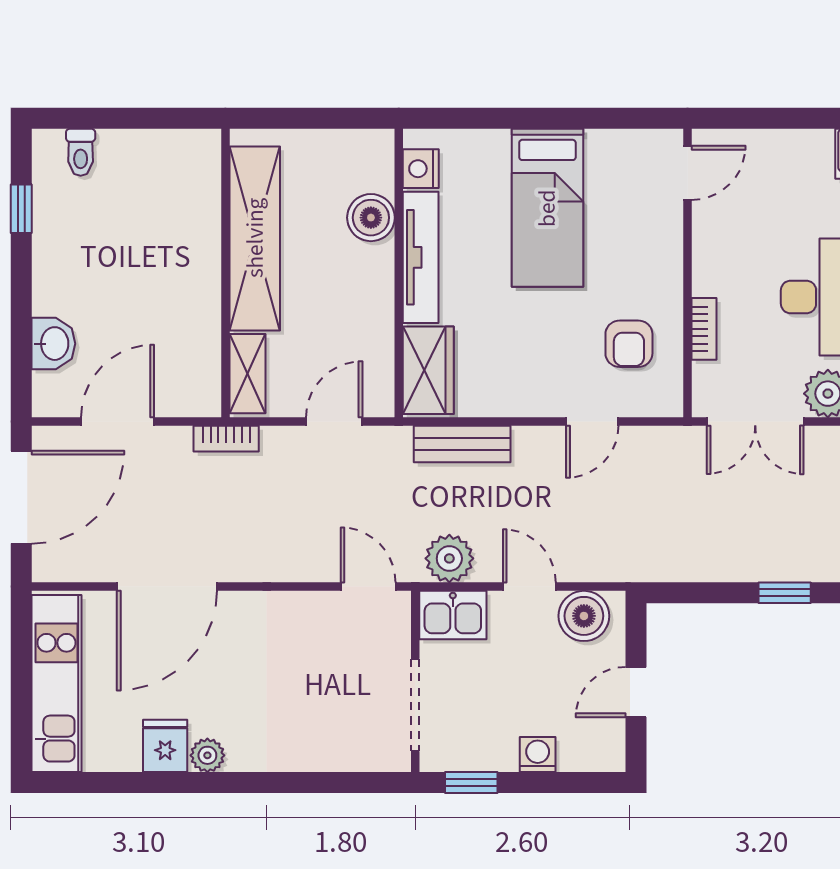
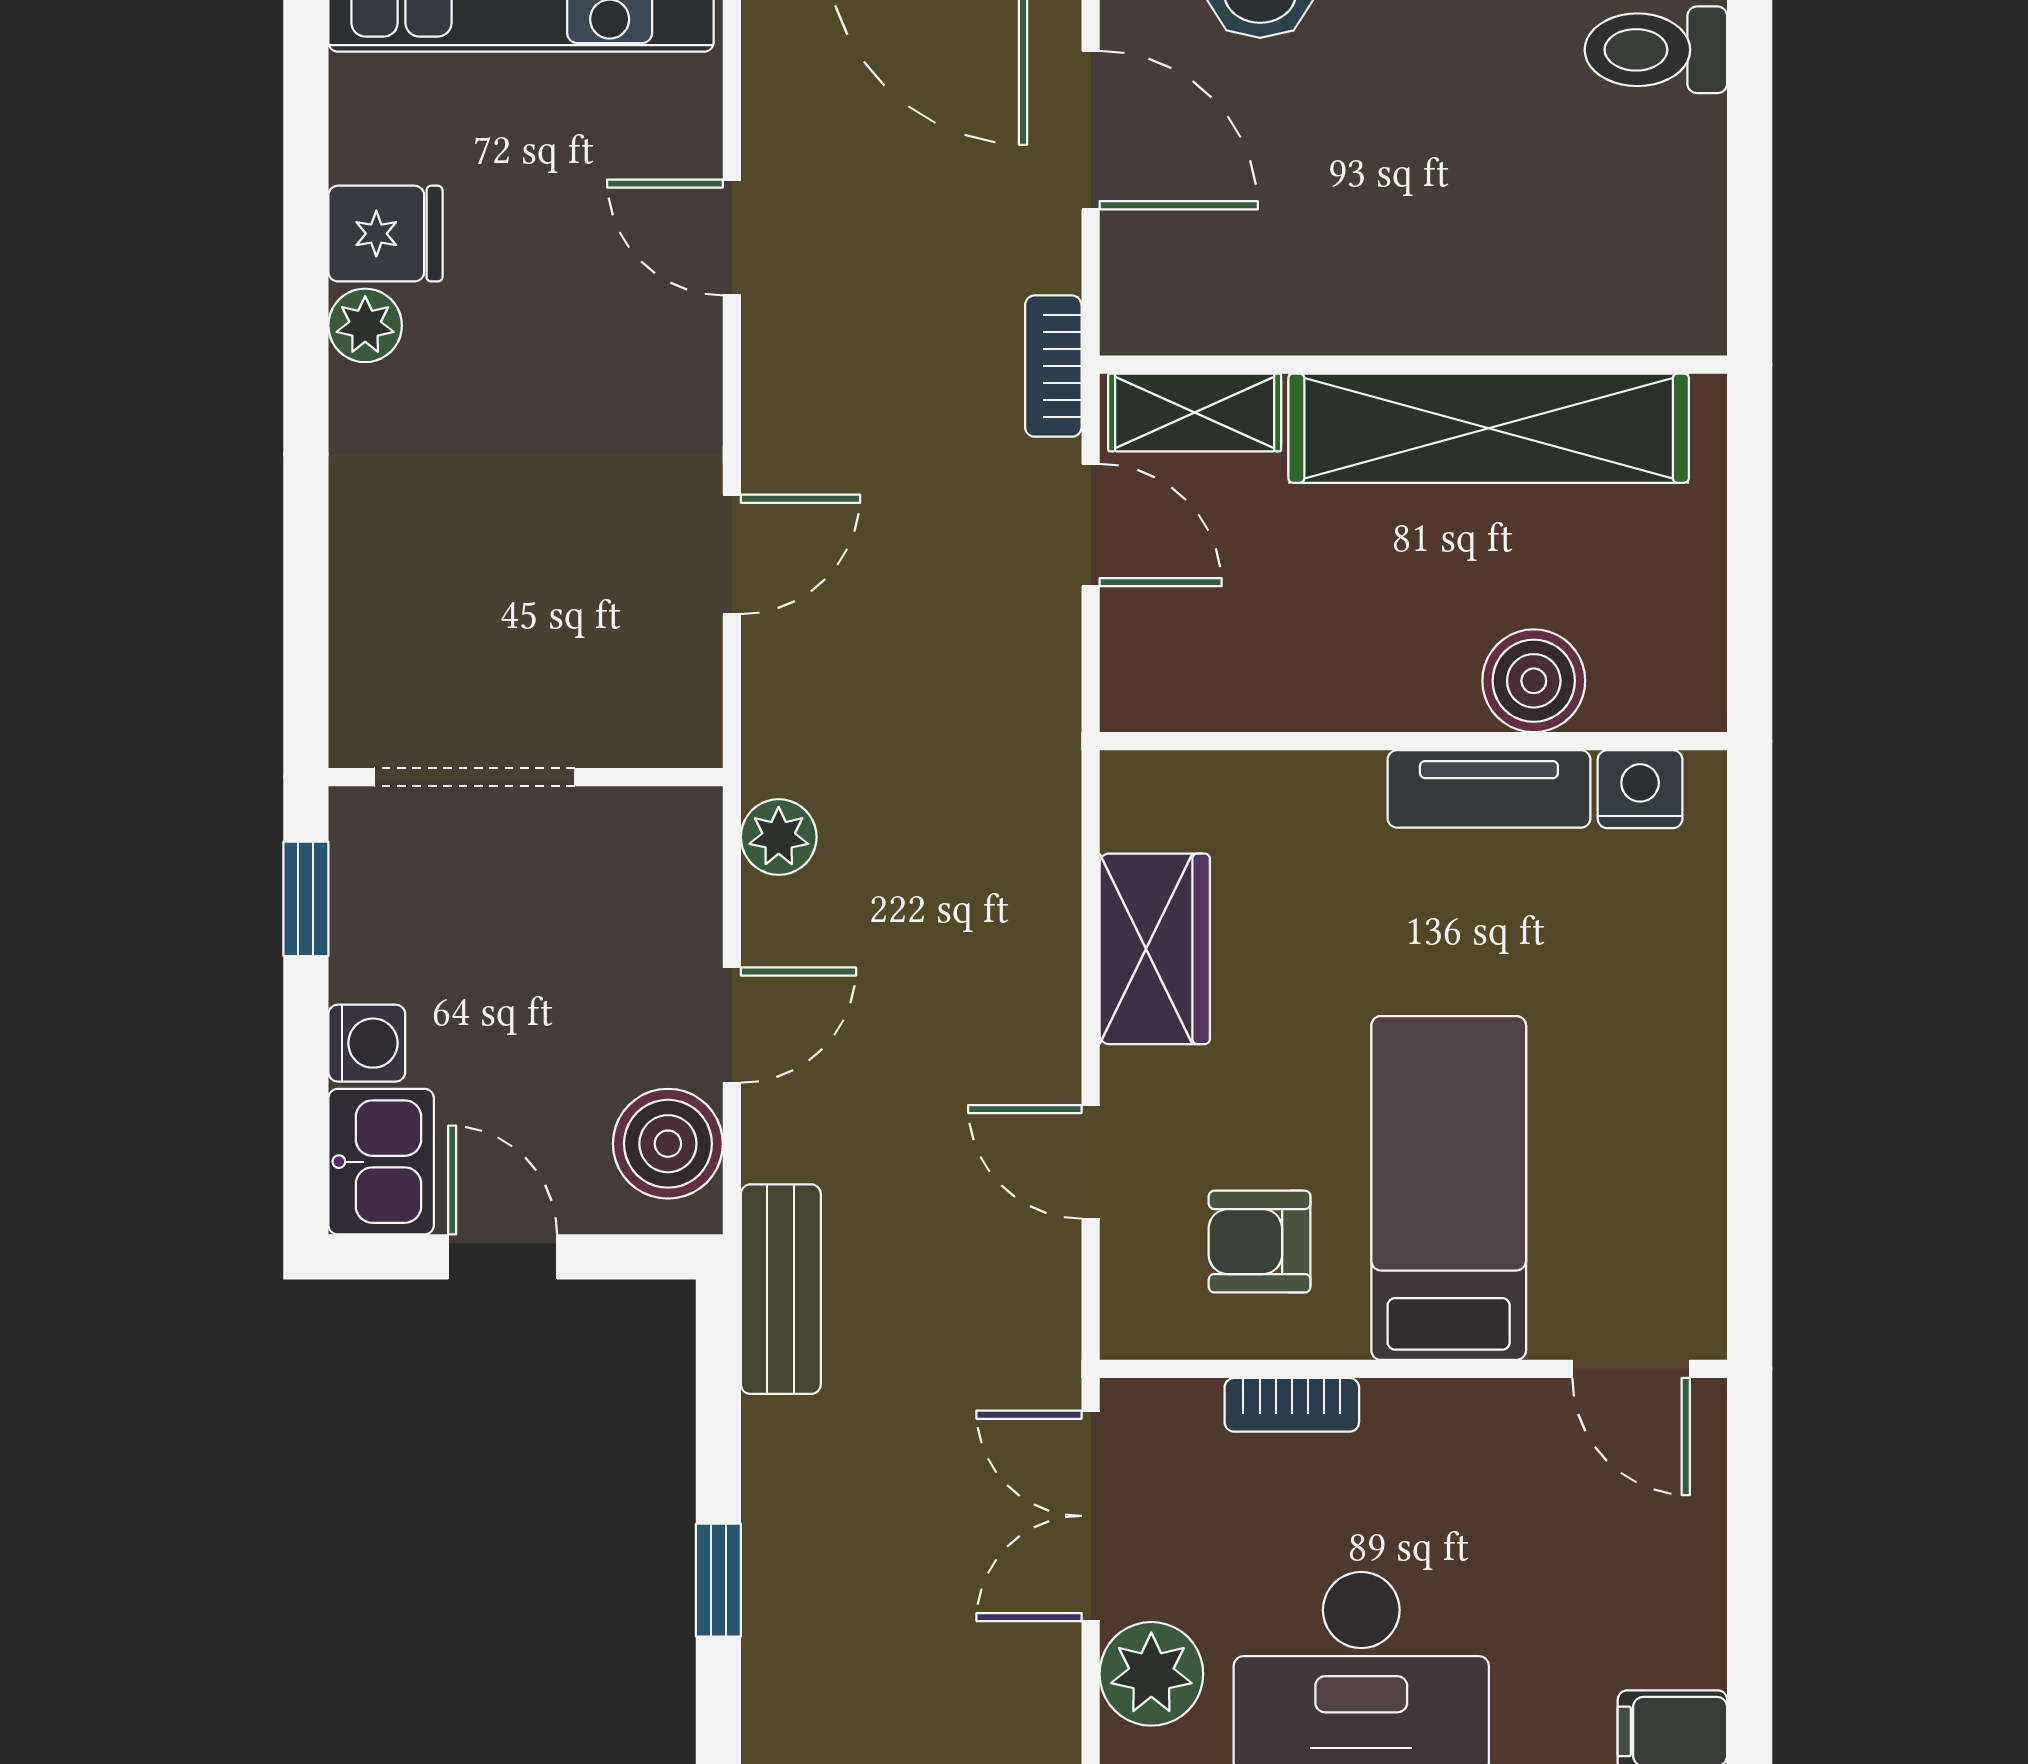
toilet: (81, 152) -> (1656, 50), width x1.37, depth x1.39
bed: (547, 208) -> (1449, 1188), moved, turned 90
tv unit: (421, 257) -> (1489, 789), width x0.71
wardrobe: (428, 370) -> (1155, 949), moved, turned -90
door: (334, 422) -> (1091, 525), moved
bench: (462, 444) -> (781, 1289), moved
plant: (449, 558) -> (779, 837), width x0.73, depth x0.73
door: (167, 587) -> (732, 237), width x0.53
door: (368, 587) -> (732, 554), moved
kitchen sink: (453, 615) -> (381, 1162), moved, turned 180

